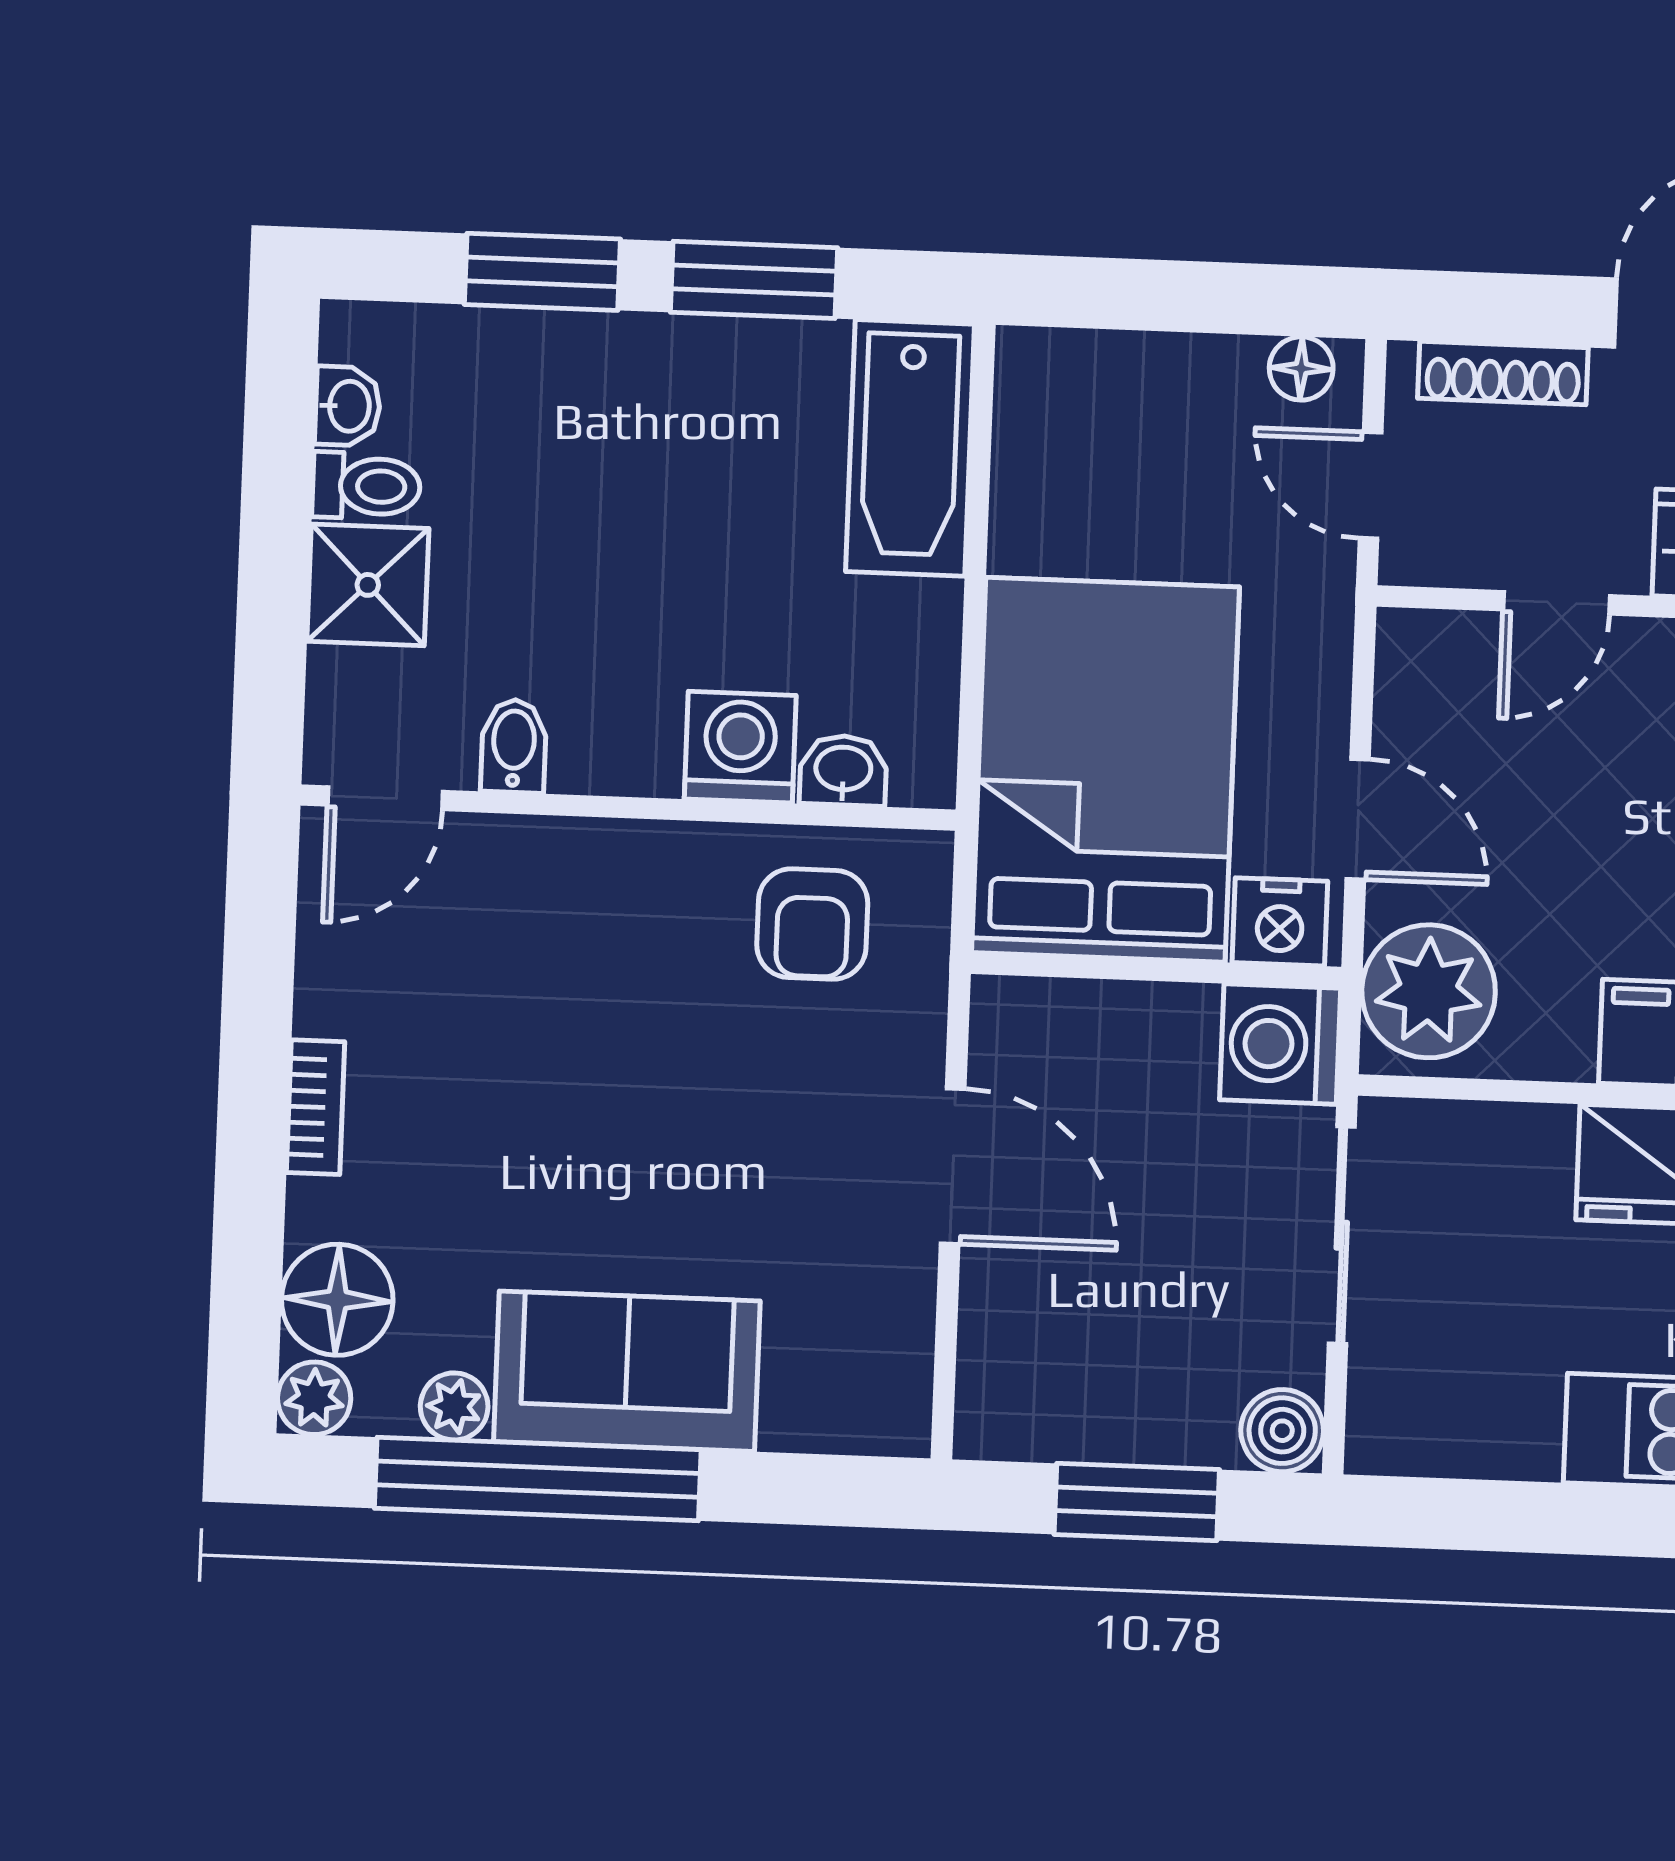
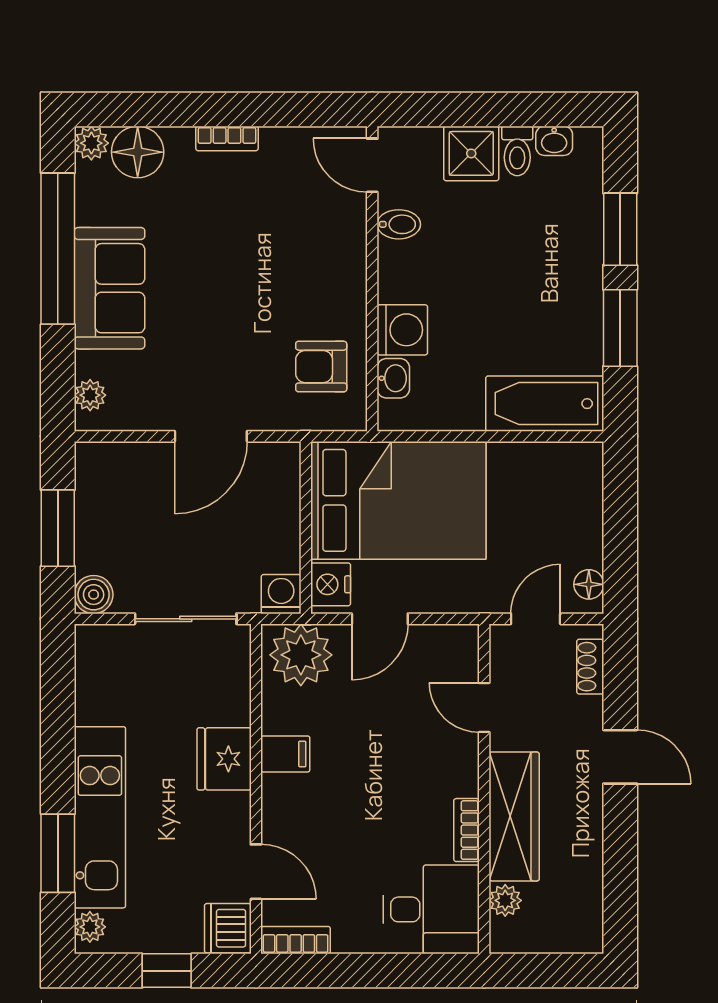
shoe rack: (1503, 373) -> (590, 667), width x0.70
washing machine: (1280, 1044) -> (281, 594), width x0.73, depth x0.73
plant: (454, 1406) -> (90, 395), moved

